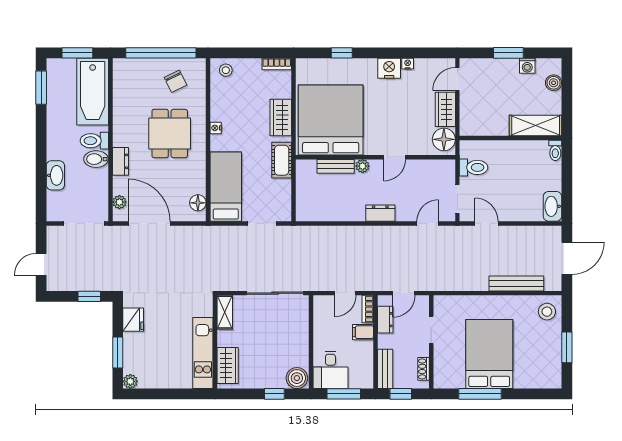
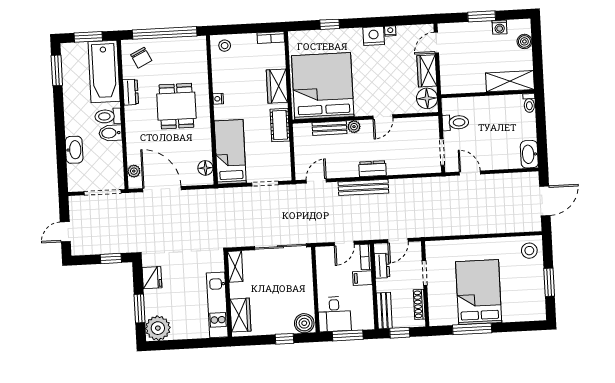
chair: (176, 81) -> (141, 58), moved
dresser: (120, 161) -> (131, 92), moved
door: (428, 223) -> (316, 181), moved
bench: (516, 283) -> (363, 187), moved
shoe rack: (424, 369) -> (419, 304), width x1.43
plant: (130, 381) -> (158, 328), width x1.88, depth x1.88

